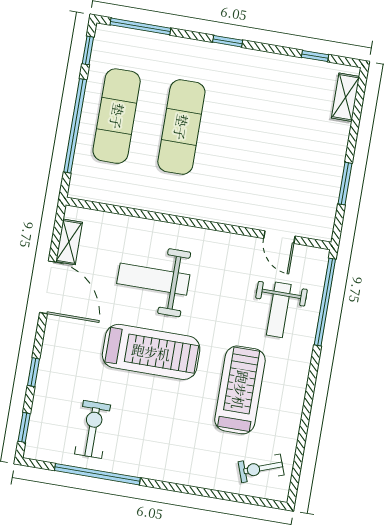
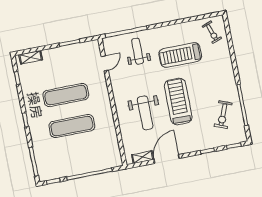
exercise mat: (117, 116) -> (66, 95), moved
weight bench: (279, 310) -> (138, 51), turned -90
exercise bike: (93, 429) -> (223, 115), turned -68

